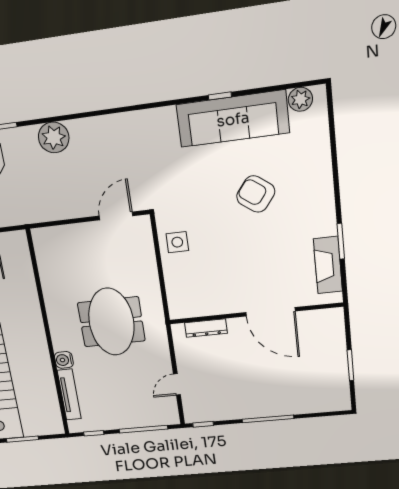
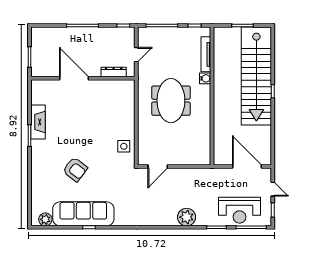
door: (270, 312) -> (74, 78), moved
wall: (255, 313) -> (83, 78), moved
dresser: (206, 328) -> (114, 72), moved

